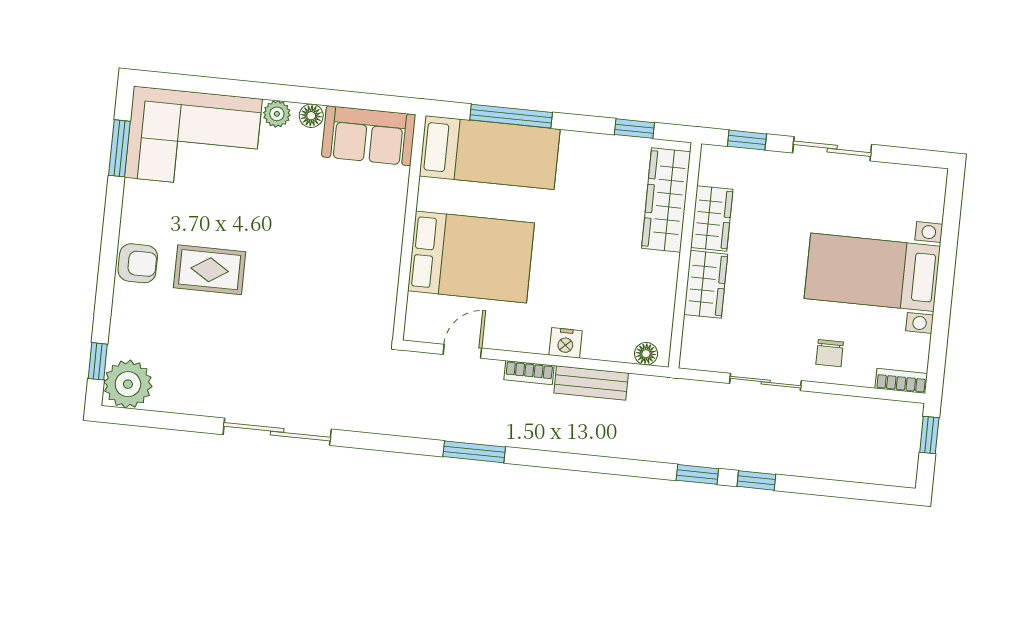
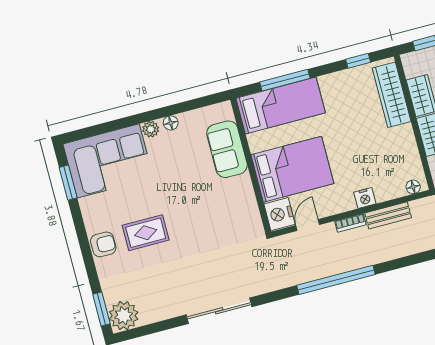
sofa: (369, 136) -> (227, 149), moved, turned 90
nightstand: (425, 318) -> (279, 214), added
window: (98, 361) -> (101, 309), width x1.50
window: (474, 452) -> (336, 280), width x2.11

